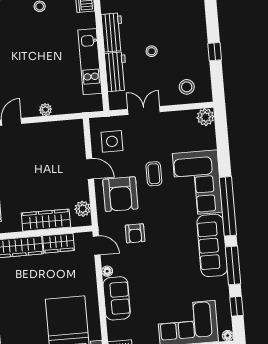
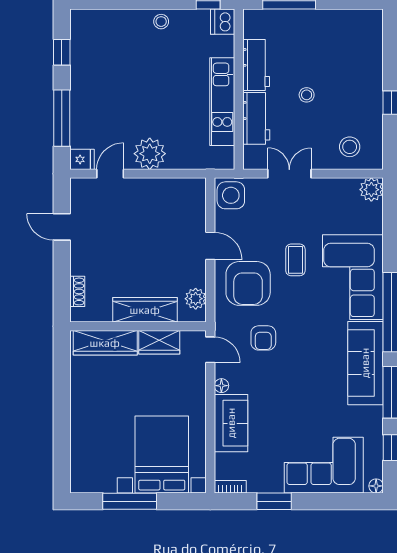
plant: (45, 110) -> (150, 154), width x1.87, depth x1.87
side table: (112, 141) -> (231, 195), moved

